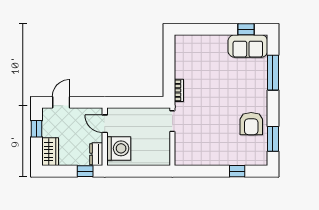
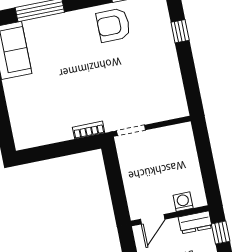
armchair: (251, 124) -> (113, 25), turned 180
washing machine: (119, 148) -> (183, 202), width x0.53, depth x0.53

